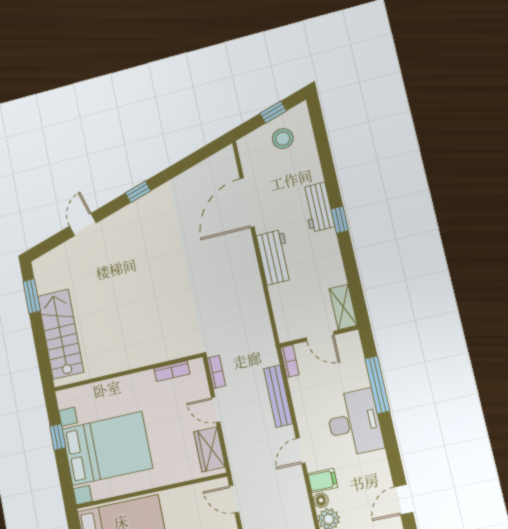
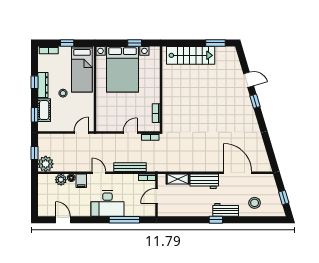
stool: (283, 139) -> (255, 203), moved
window: (138, 192) -> (255, 101), moved
shelving: (343, 307) -> (178, 179), moved
wardrobe: (210, 449) -> (110, 125), removed

